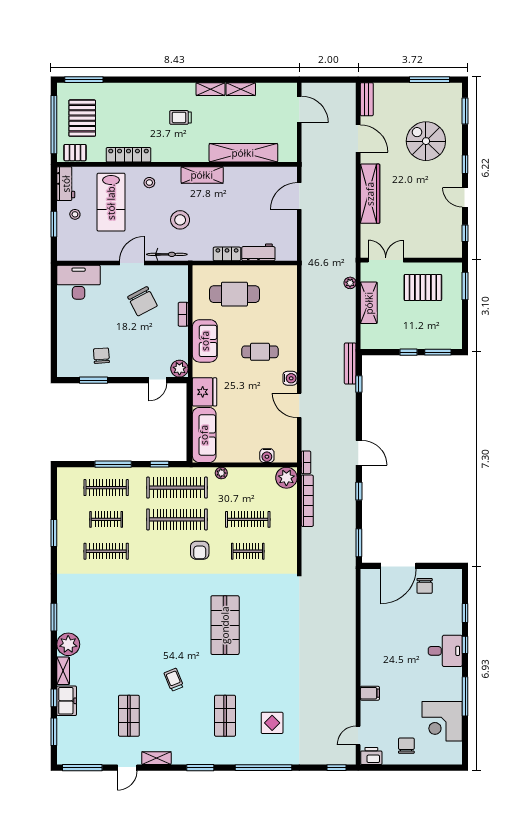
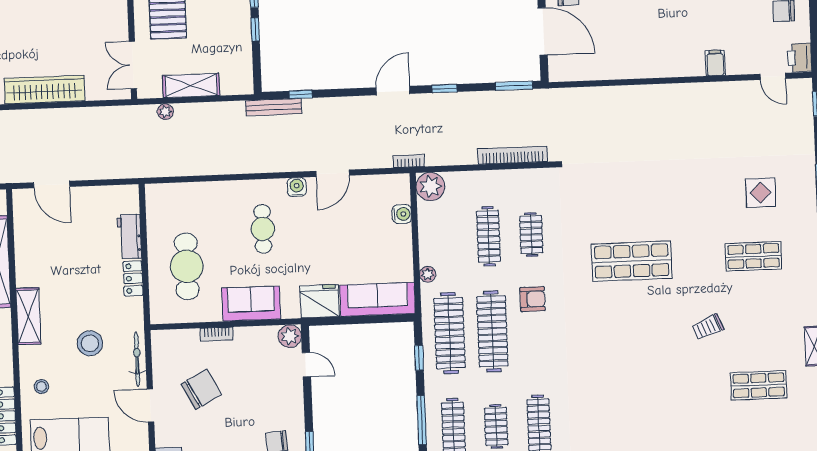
bookcase: (307, 501) -> (513, 155), moved

